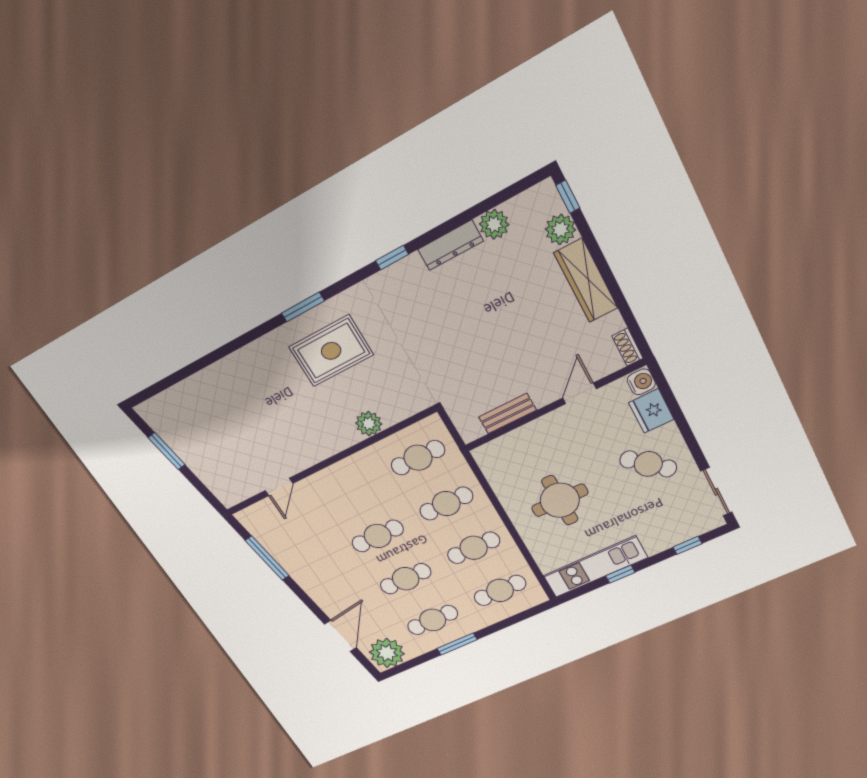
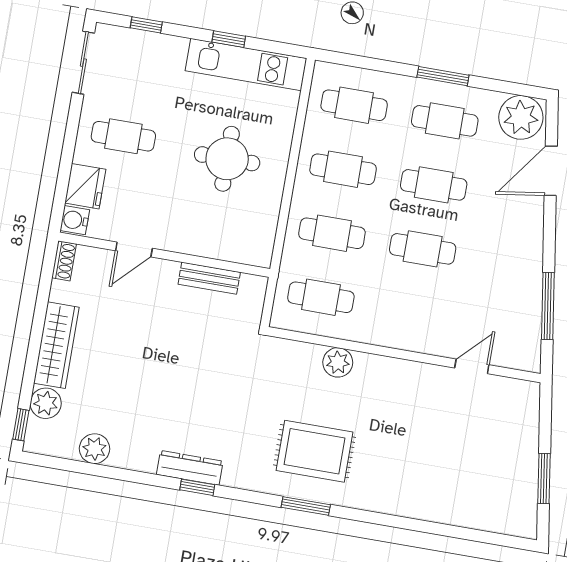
dresser: (451, 245) -> (190, 468), moved
cafe table: (648, 464) -> (123, 136), turned -42

